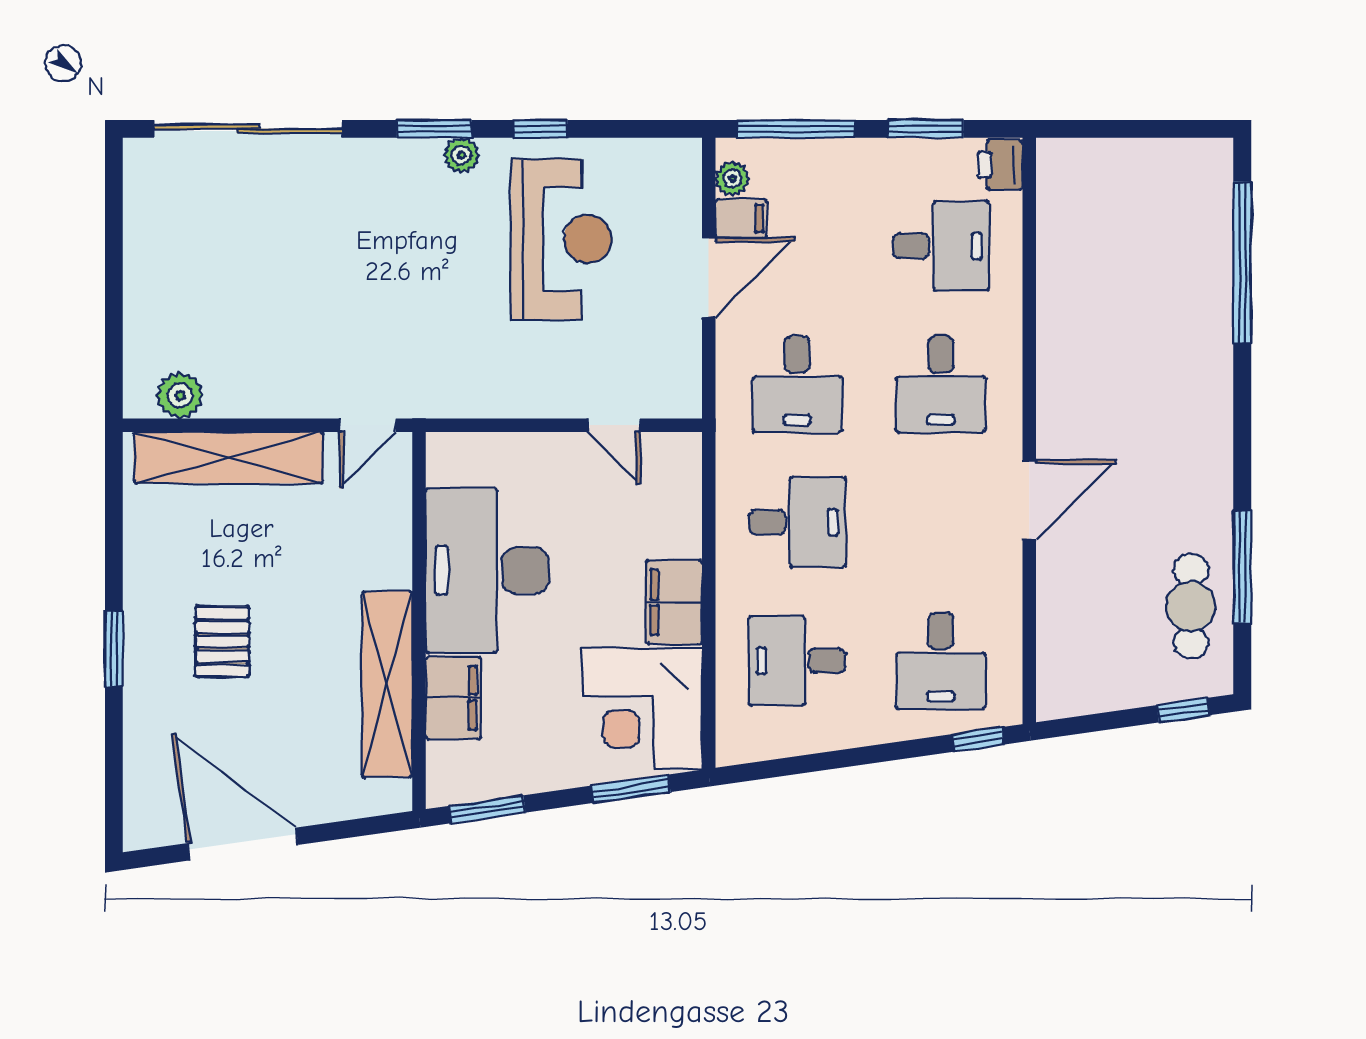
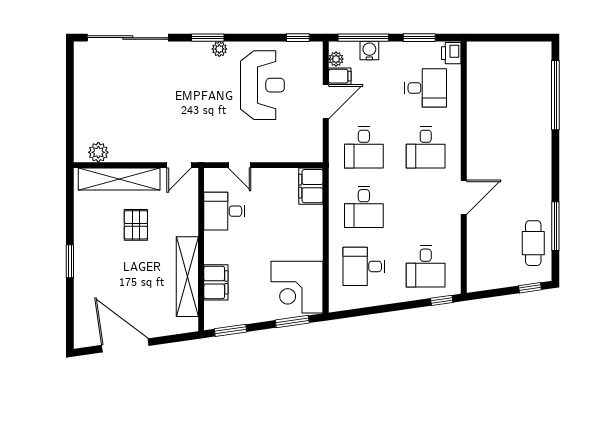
window: (541, 129) -> (298, 38), moved
water cooler: (810, 159) -> (369, 51), added
door: (614, 425) -> (239, 165), moved
desk: (797, 522) -> (364, 207), turned 90
desk: (487, 570) -> (224, 211), width x0.53, depth x0.77
filing cabinet: (674, 602) -> (311, 186), moved
pallet: (222, 642) -> (136, 225), moved

